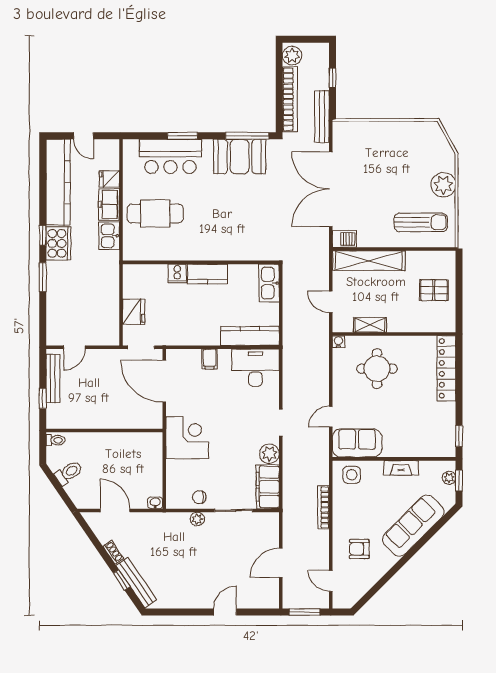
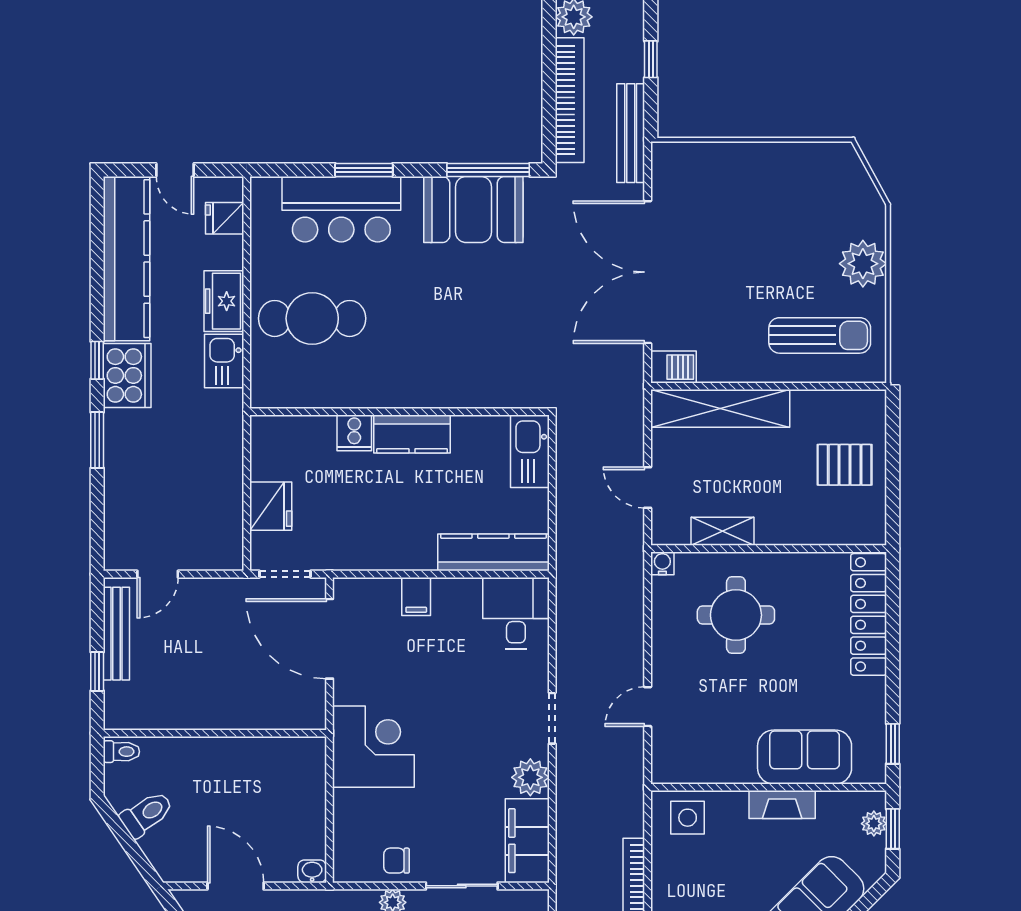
fridge: (109, 179) -> (225, 218), moved
desk: (255, 368) -> (516, 613), width x0.73
sofa: (357, 443) -> (805, 757), moved

